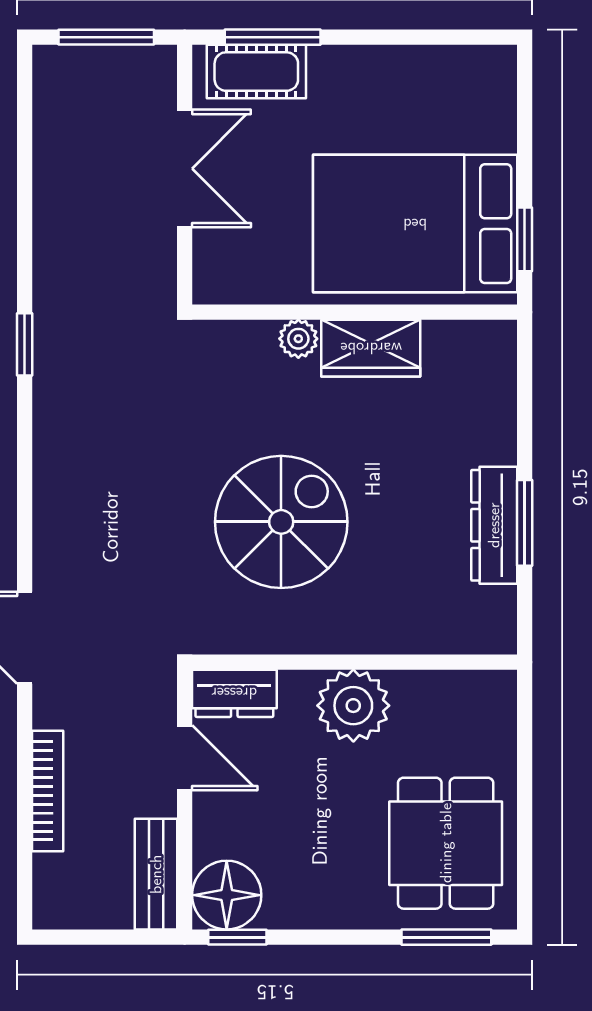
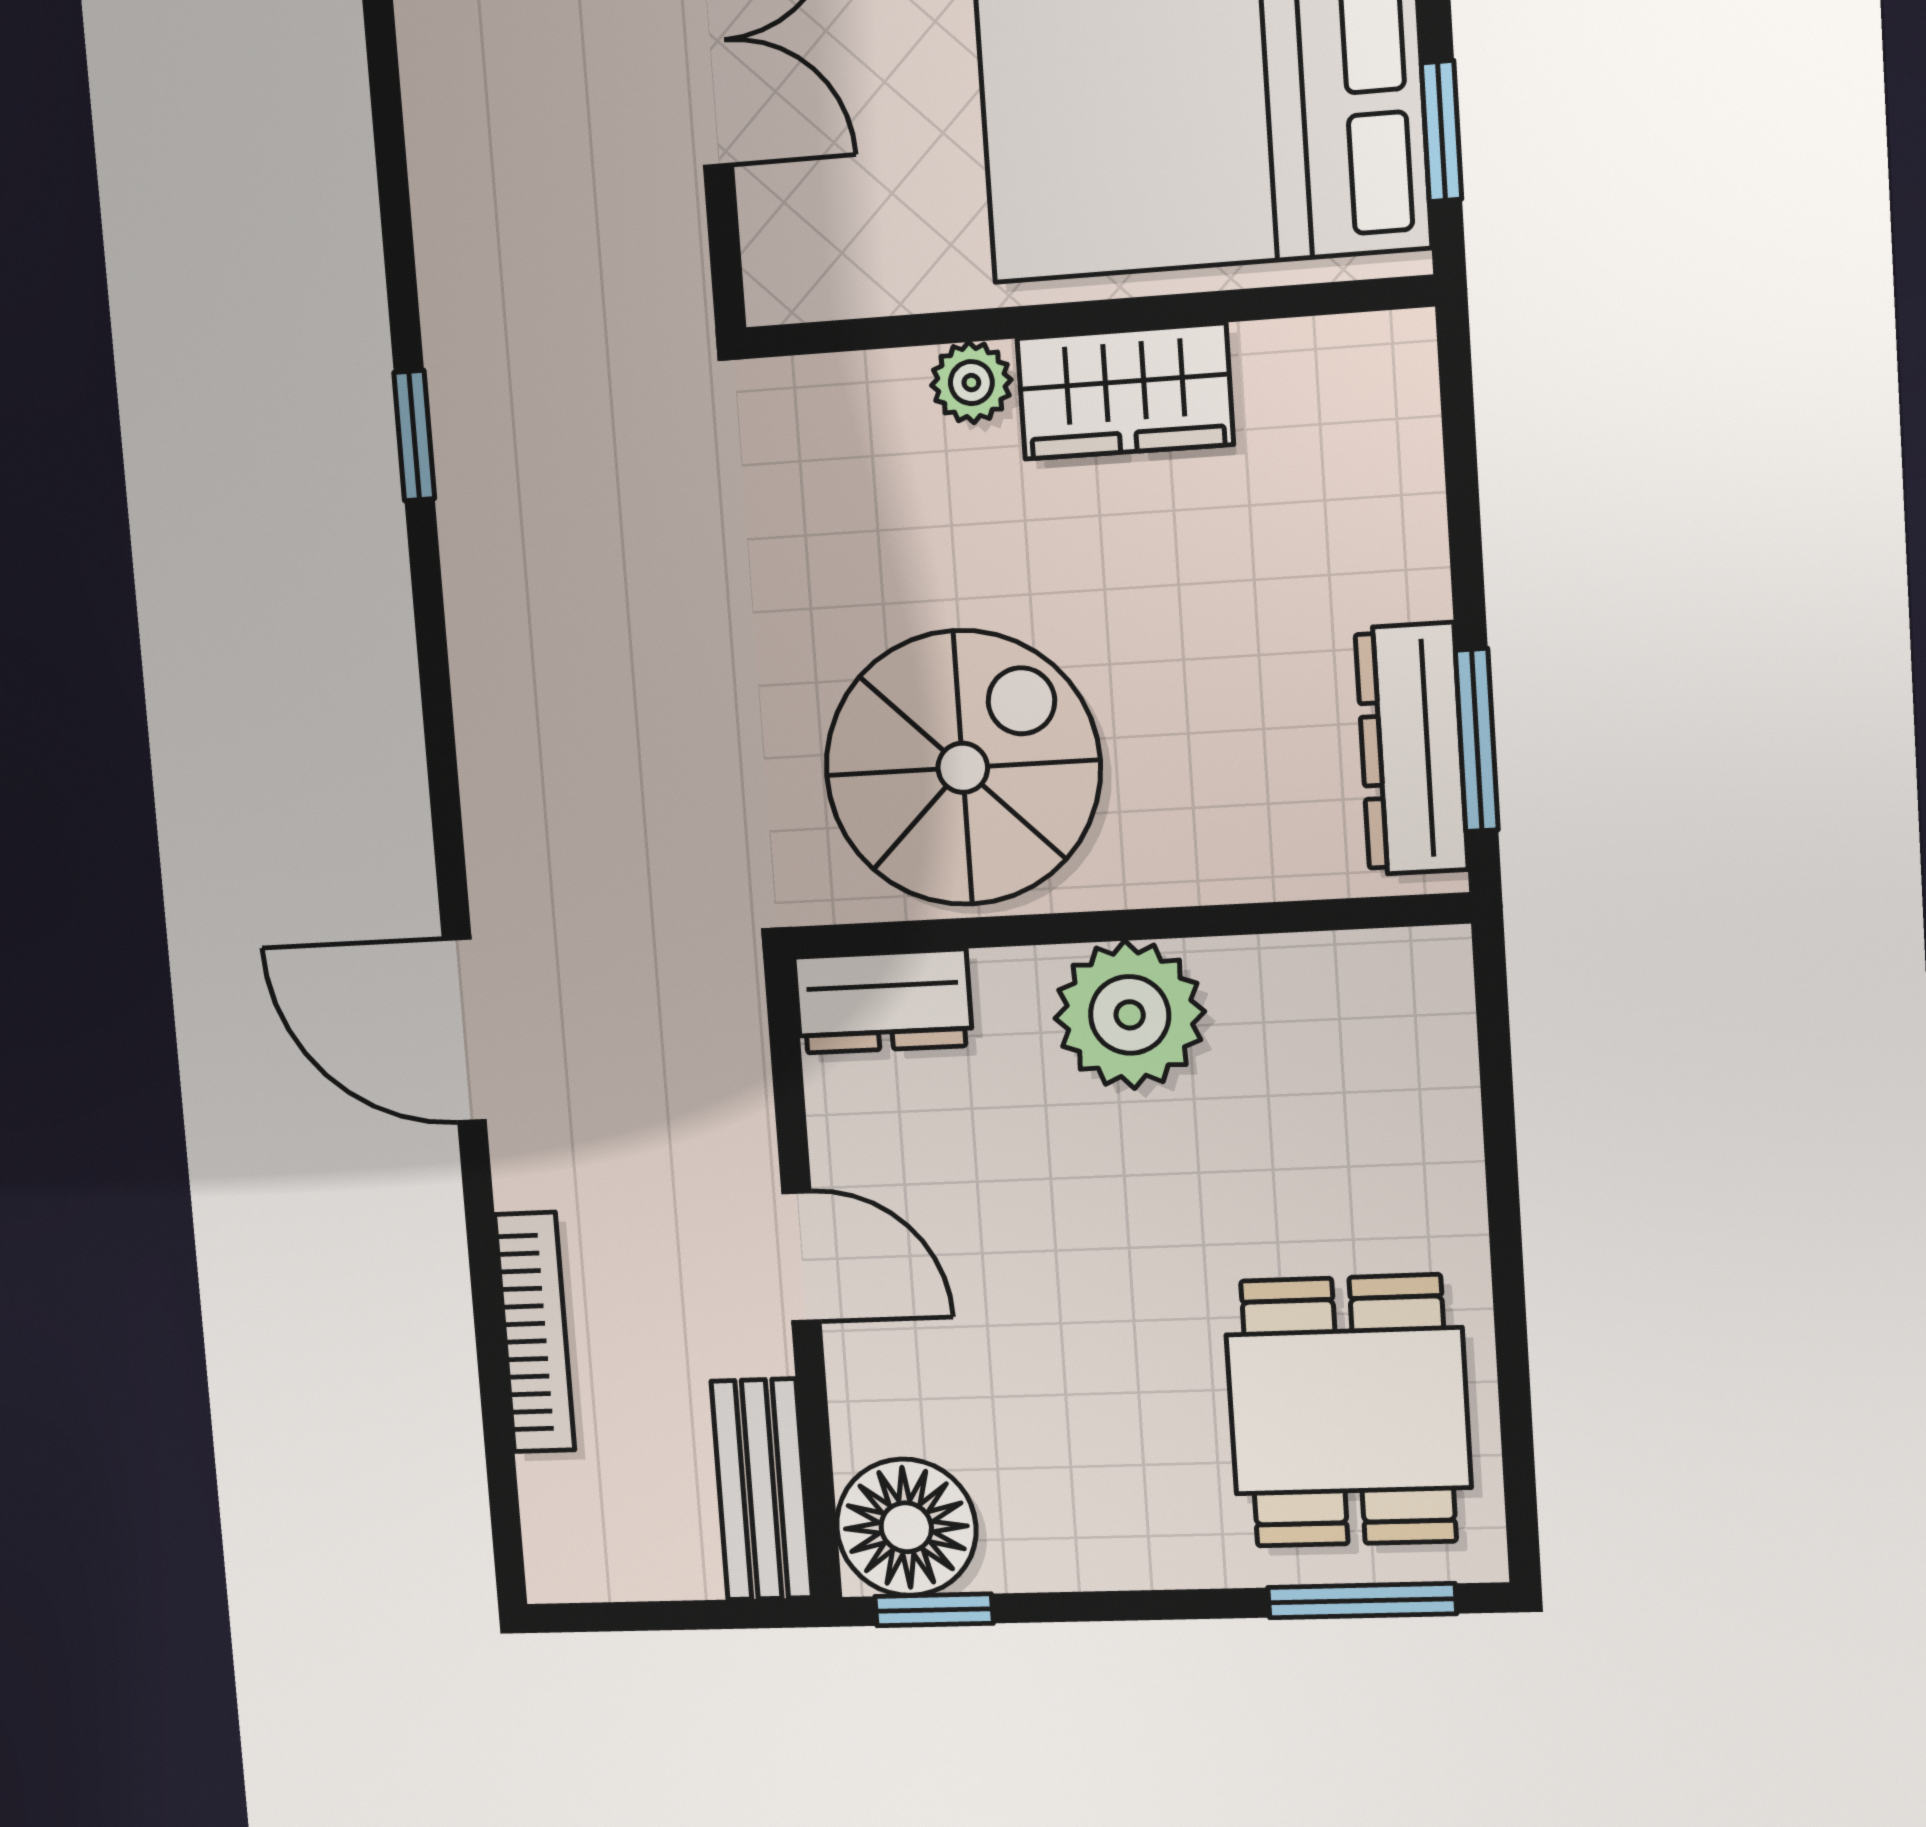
wall: (355, 662) -> (1127, 925), moved
dresser: (234, 693) -> (883, 1001), moved
plant: (353, 706) -> (1130, 1015), moved

